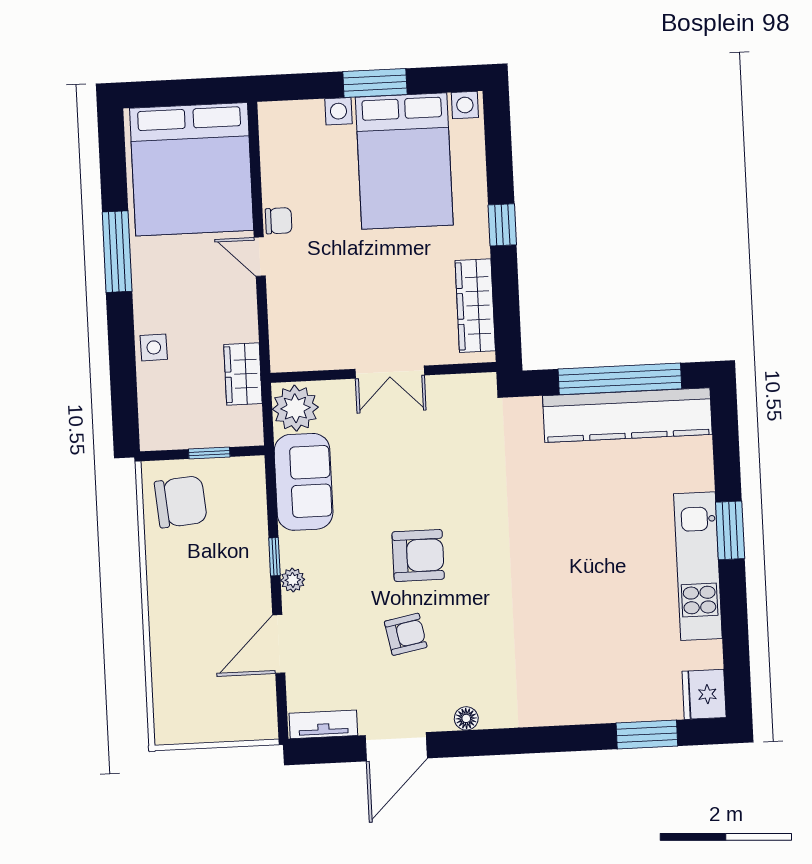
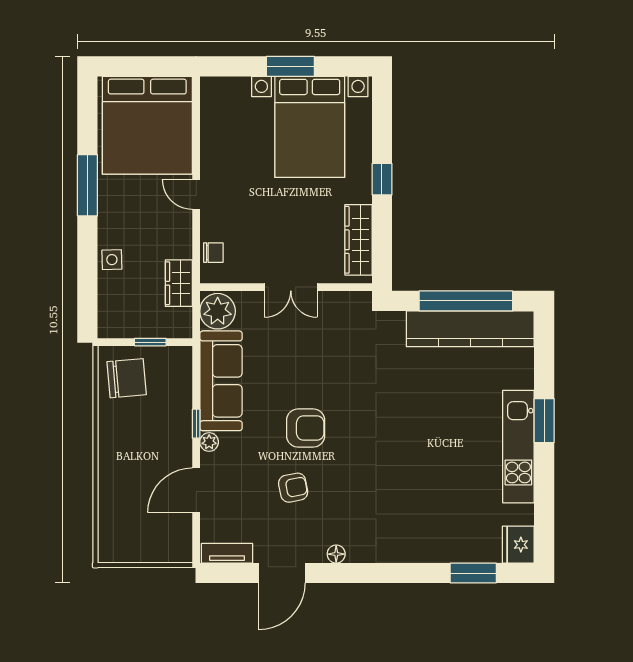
chair: (279, 221) -> (213, 253), moved
sofa: (304, 482) -> (221, 381), width x1.36

